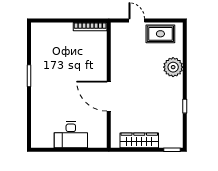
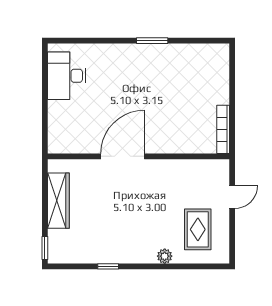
rug: (160, 34) -> (198, 229), moved
plant: (173, 67) -> (165, 256), width x0.53, depth x0.53
desk: (71, 135) -> (67, 76), moved

